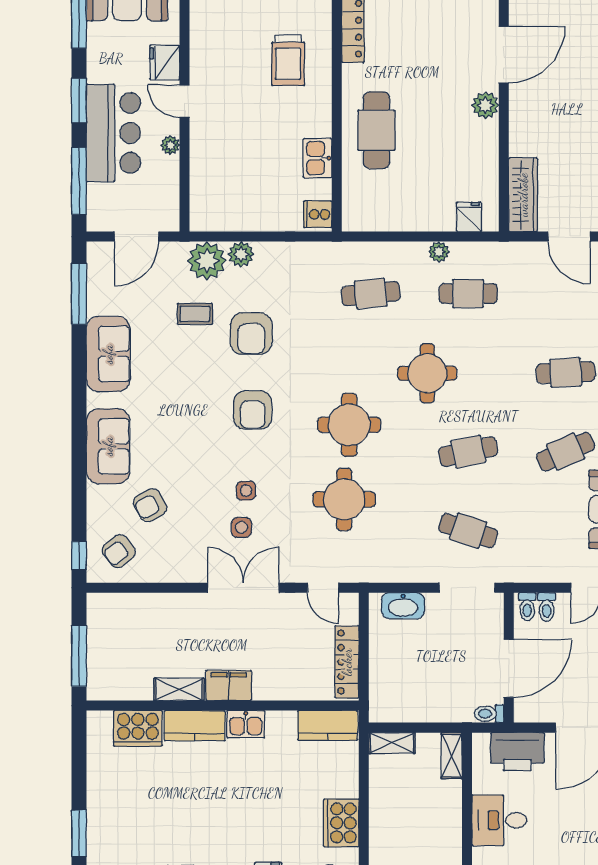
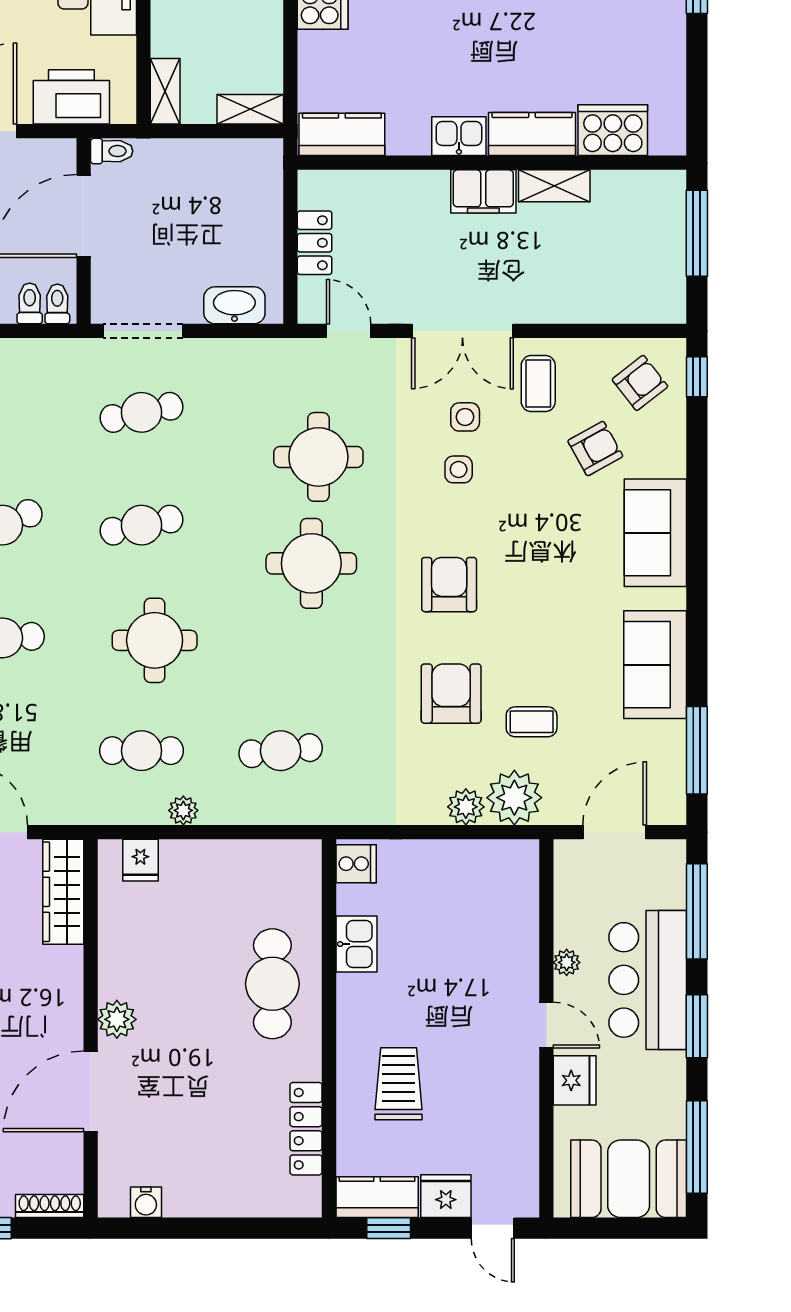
round table: (427, 373) -> (155, 640), moved
cafe table: (468, 531) -> (142, 412), turned -30
coffee table: (190, 551) -> (538, 384), added
locker: (347, 662) -> (315, 243), width x0.66

